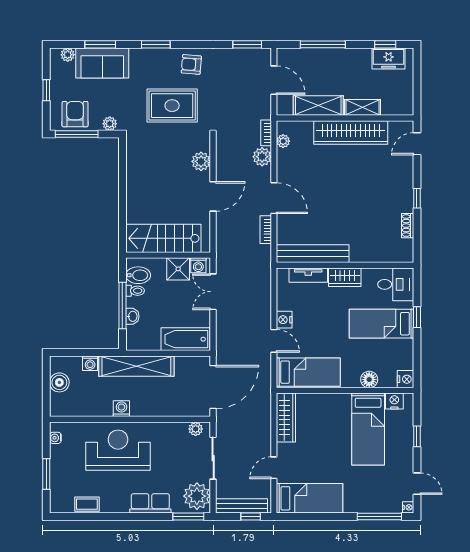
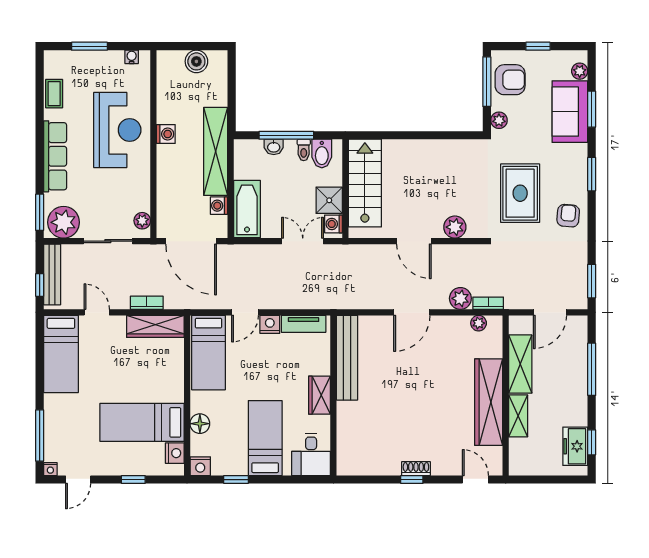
shoe rack: (408, 226) -> (416, 469), moved
bookcase: (266, 230) -> (147, 303), moved
tv unit: (308, 275) -> (304, 324), moved, turned -90
window: (417, 317) -> (236, 480), moved
washing machine: (90, 363) -> (219, 206), moved
row of seats: (150, 503) -> (55, 156), width x1.48

